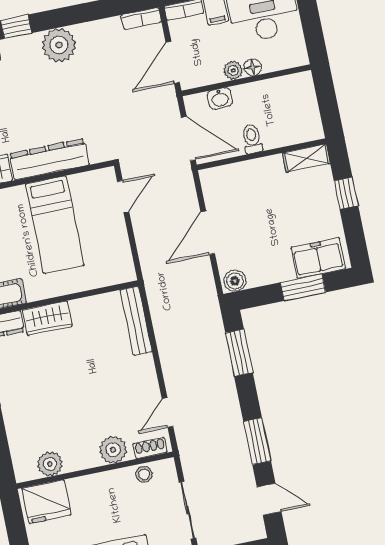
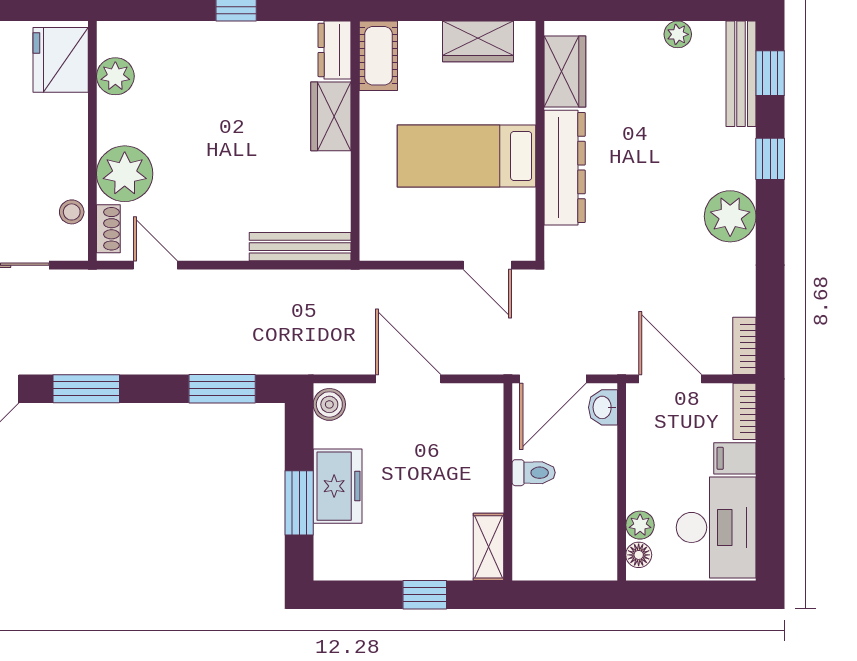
floor lamp: (253, 67) -> (639, 555), moved
plant: (233, 70) -> (640, 525), moved
washbasin: (220, 98) -> (603, 407), moved
freezer: (318, 258) -> (338, 486), moved
plant: (113, 450) -> (125, 174), width x1.36, depth x1.36

